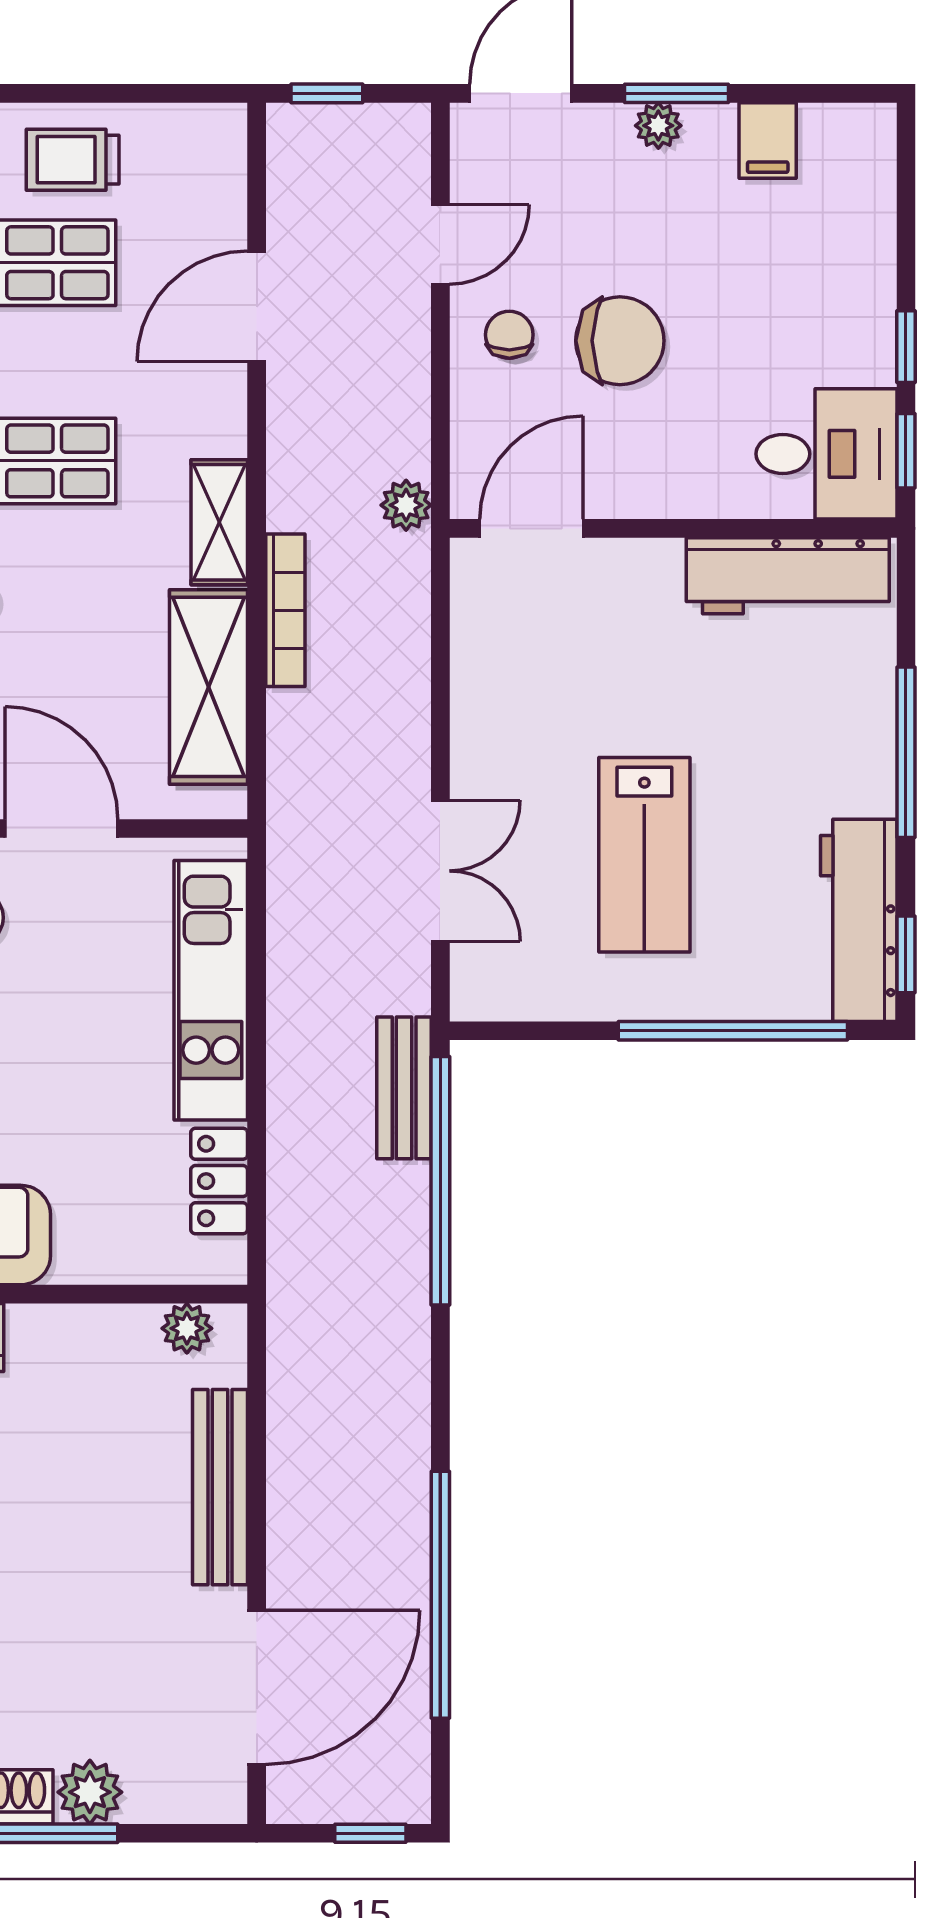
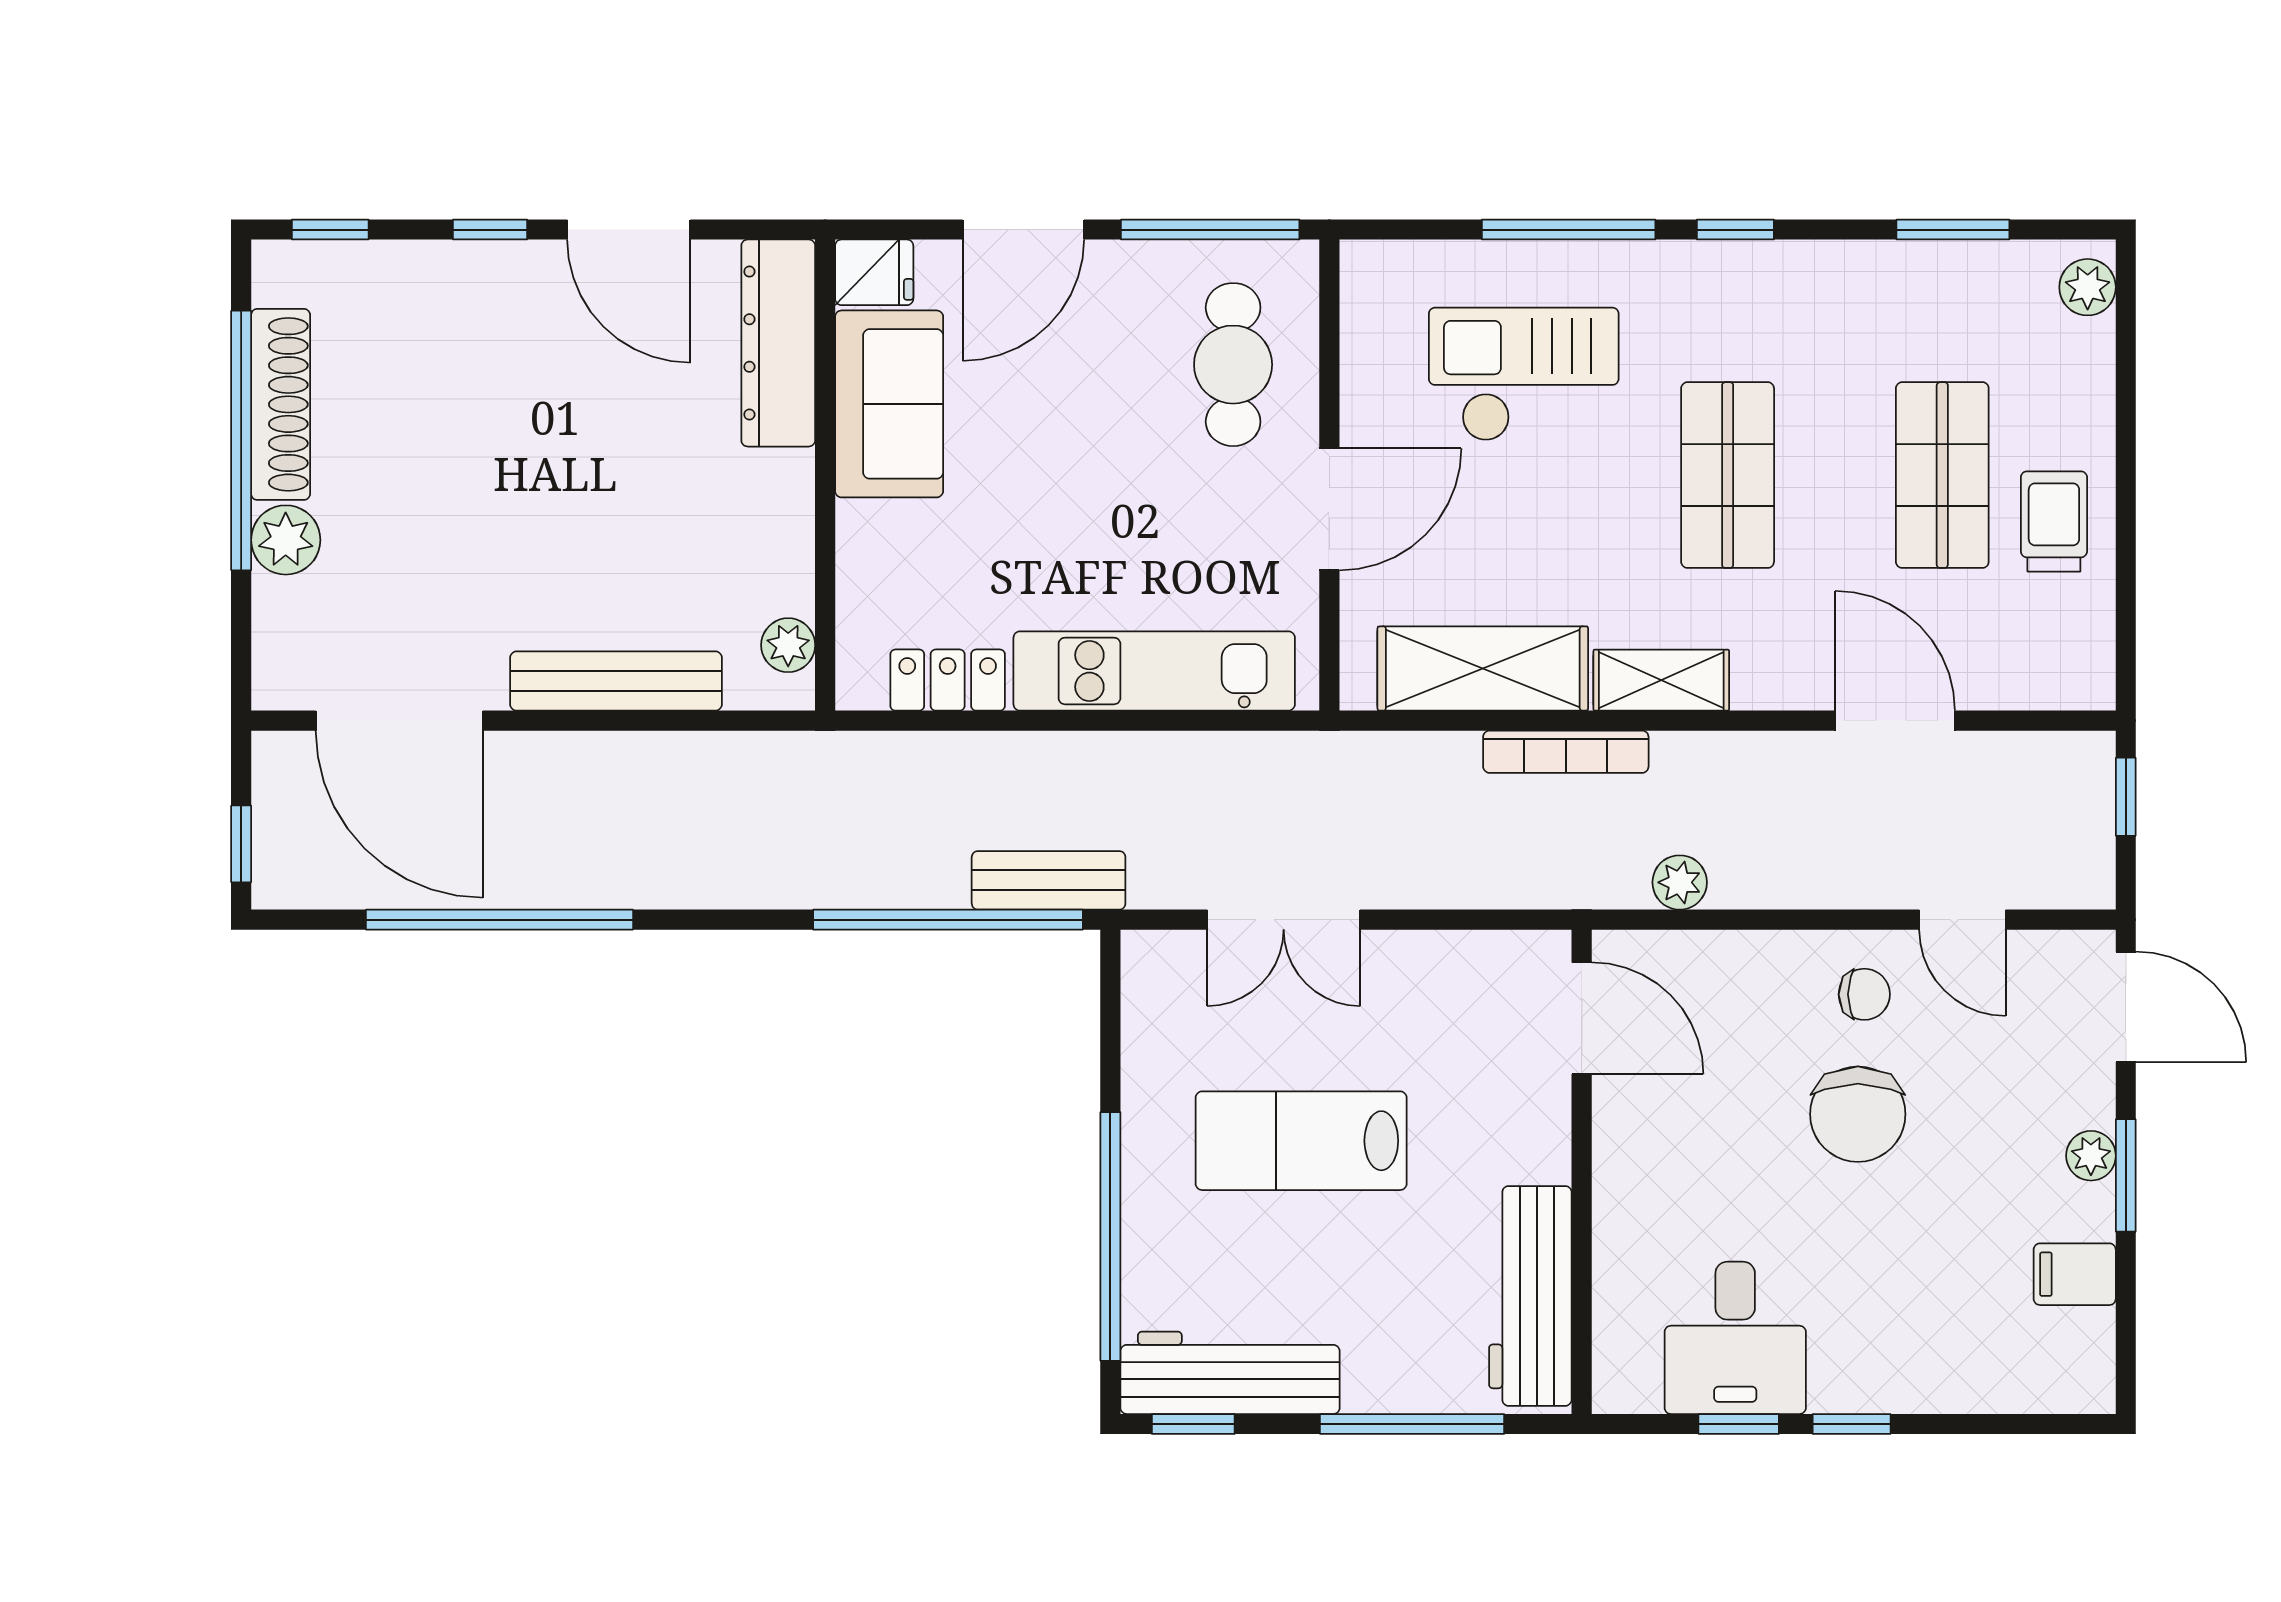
door: (531, 528) -> (1582, 1018), moved
wall: (673, 528) -> (1582, 1172), moved
workbench: (788, 576) -> (1530, 1296), moved

